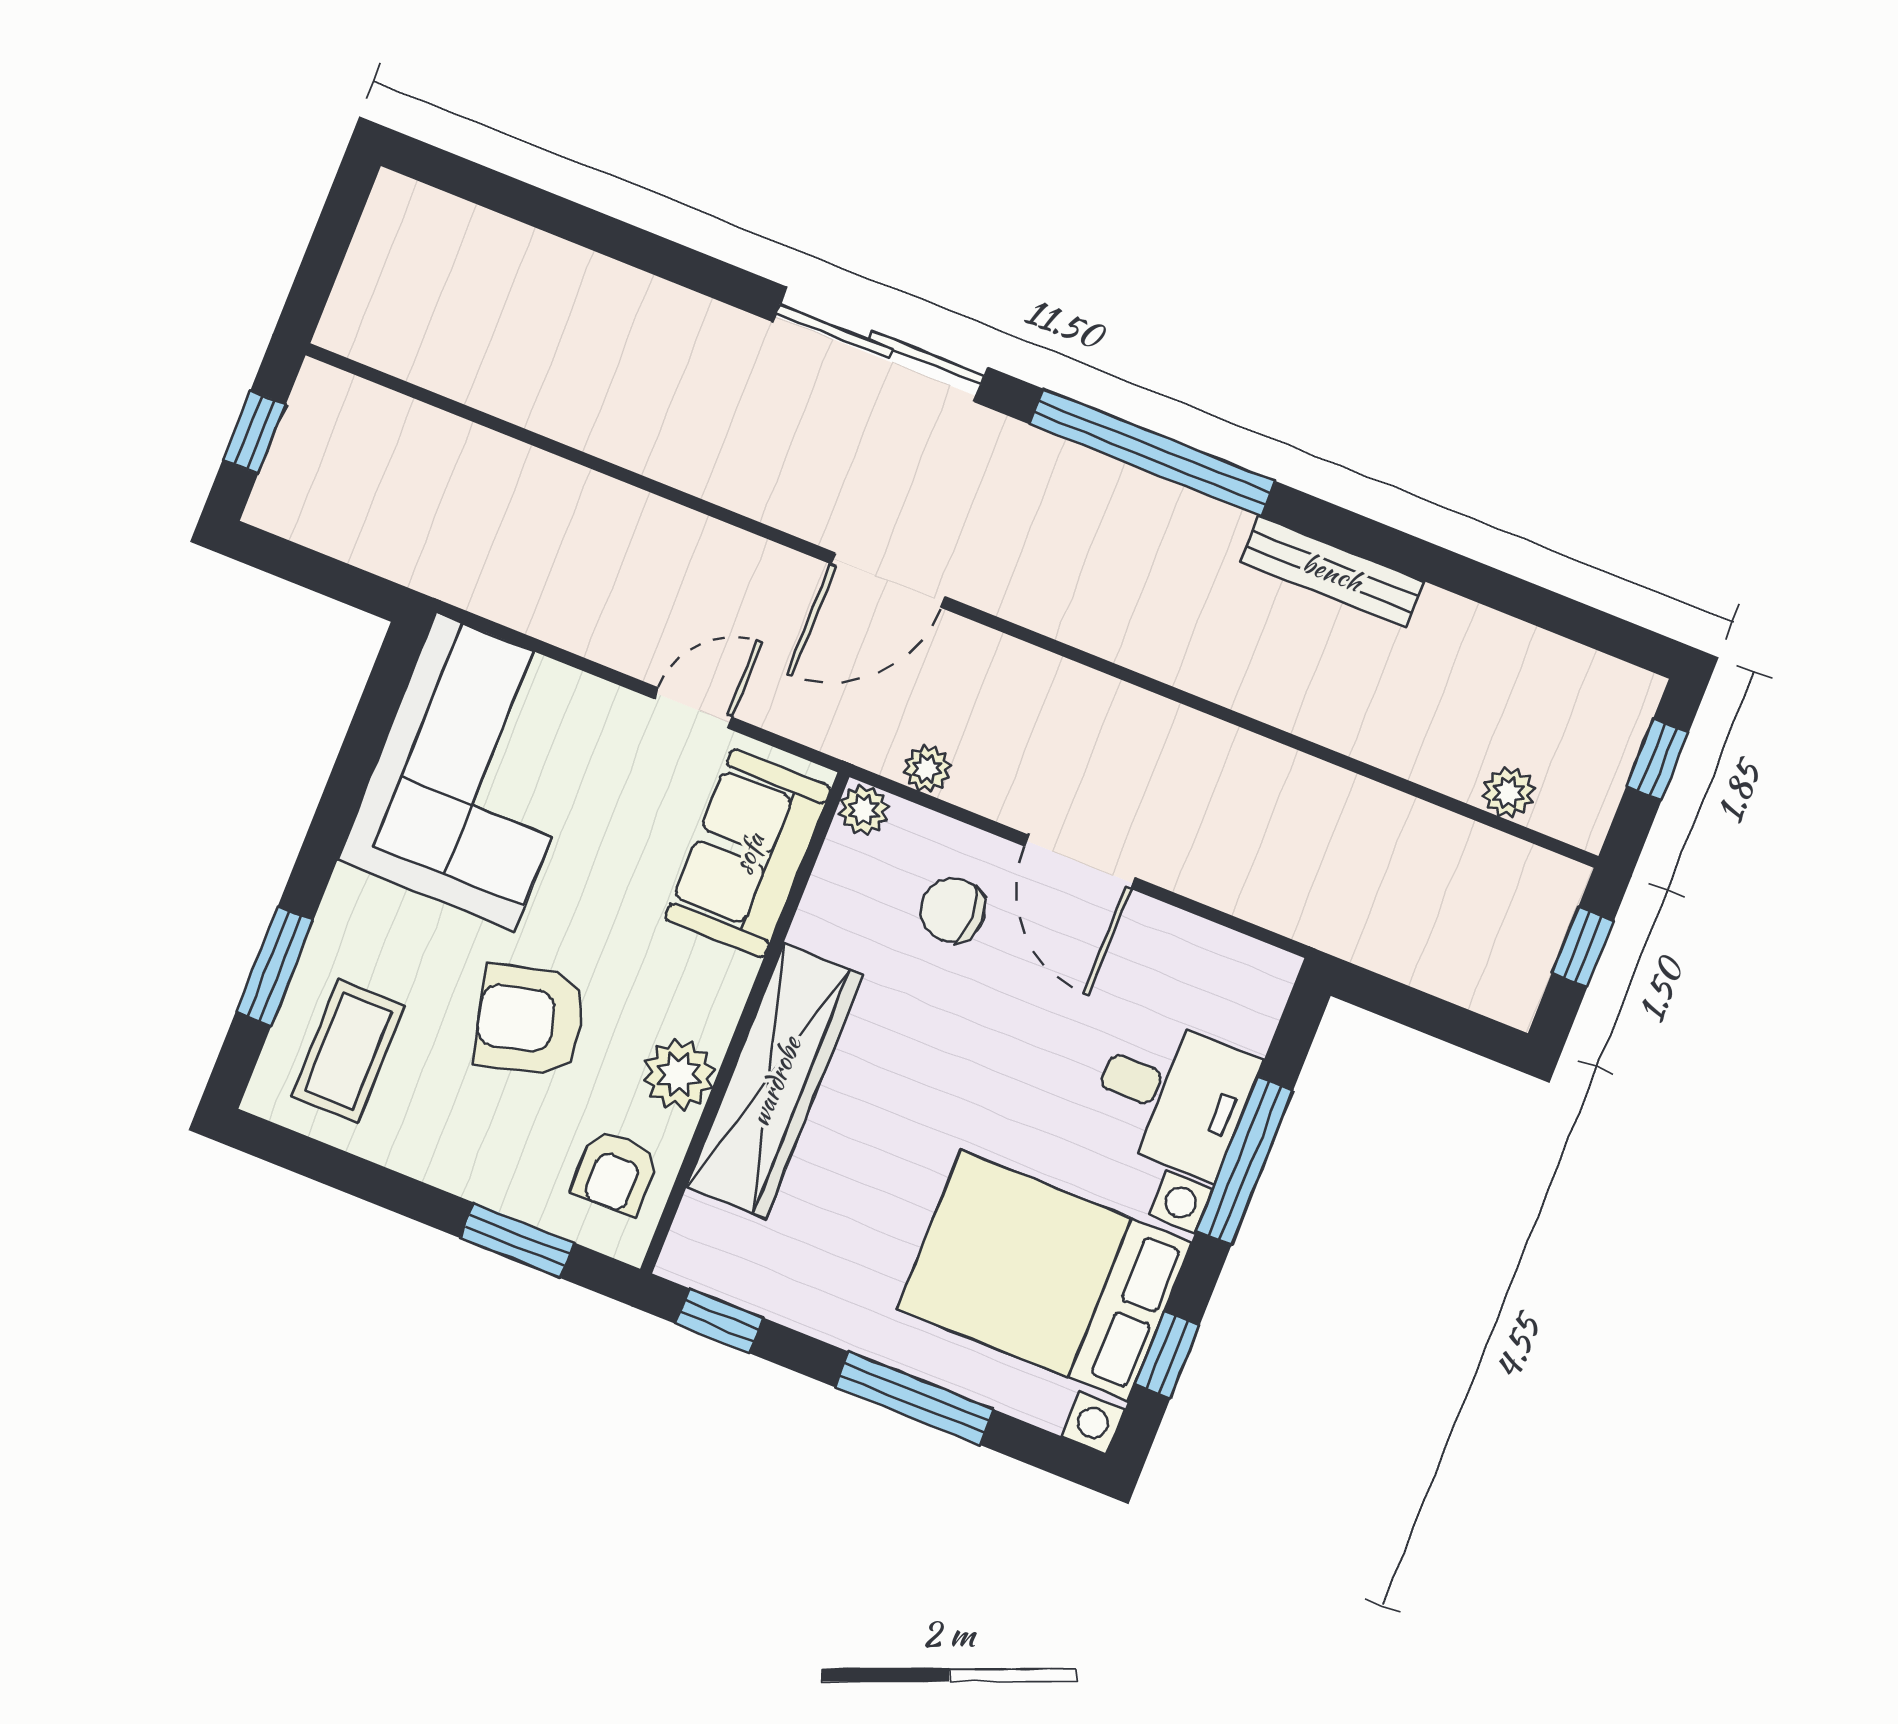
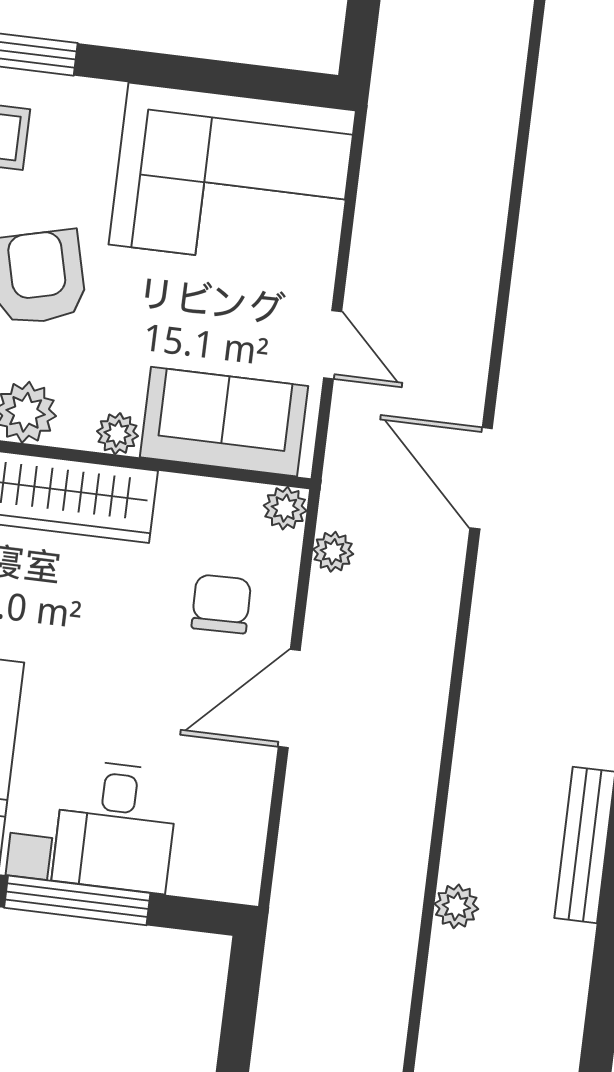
plant: (1508, 792) -> (456, 906), moved
plant: (730, 977) -> (117, 434), added

